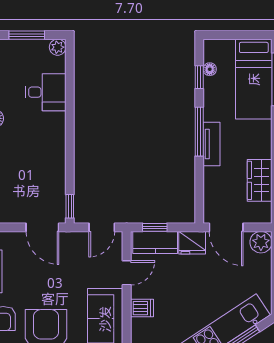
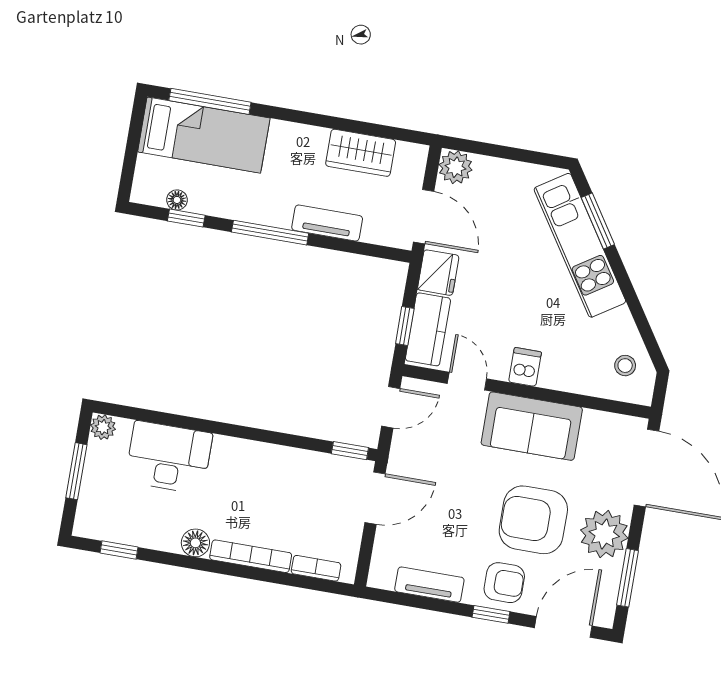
desk: (46, 92) -> (169, 457), width x1.37
tv unit: (212, 144) -> (327, 223), moved
door: (102, 227) -> (391, 407), hinge flipped
door: (226, 227) -> (424, 217), hinge flipped

